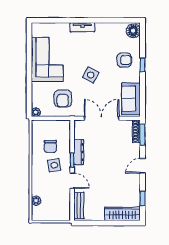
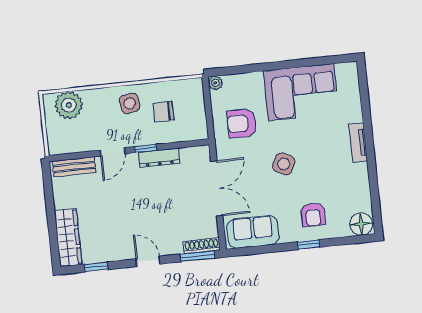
side table: (54, 165) -> (130, 103), moved
plant: (36, 201) -> (69, 105), width x1.87, depth x1.87

